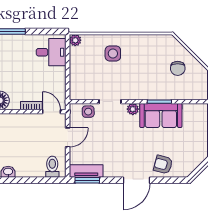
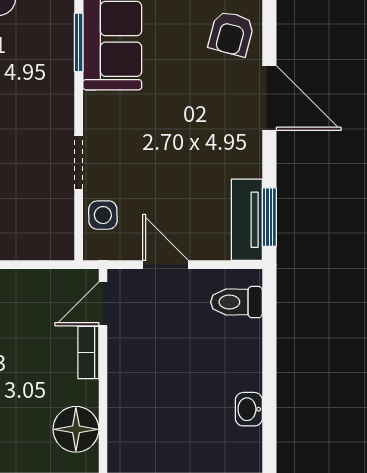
plant: (133, 109) -> (97, 107), removed

